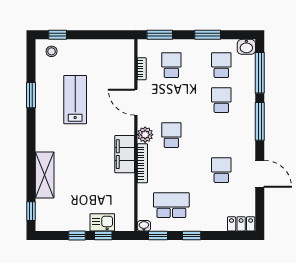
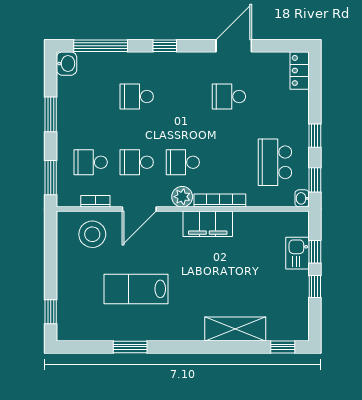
stool: (52, 51) -> (92, 234), moved, width x1.89, depth x1.89
school desk: (221, 65) -> (137, 162), moved
window: (260, 121) -> (165, 46), width x0.46

